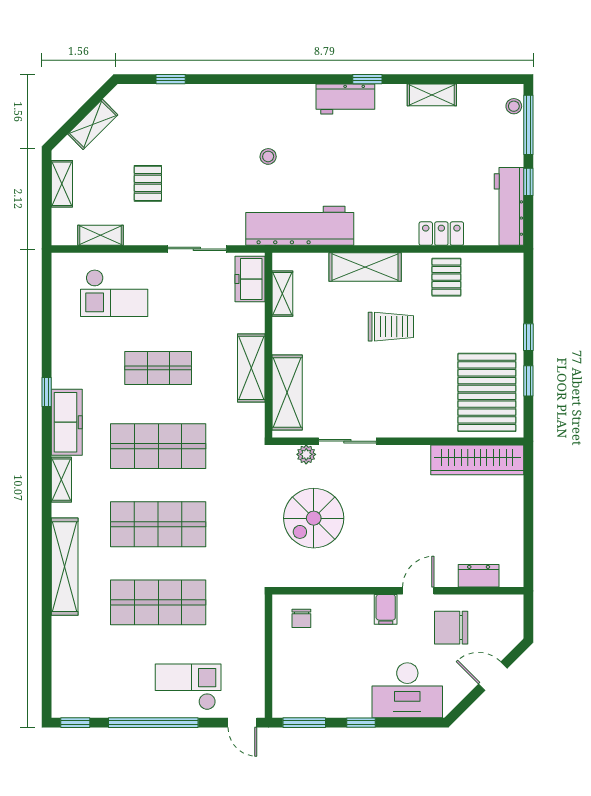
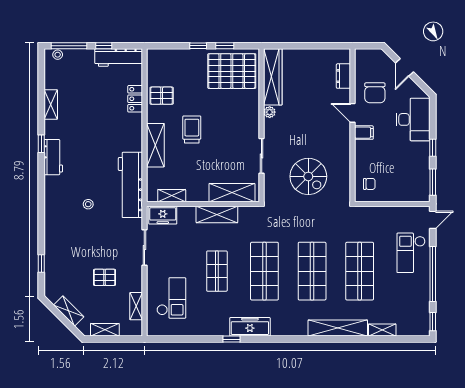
plant: (306, 454) -> (270, 112), moved
shelving: (61, 480) -> (382, 330), moved

